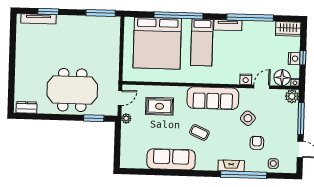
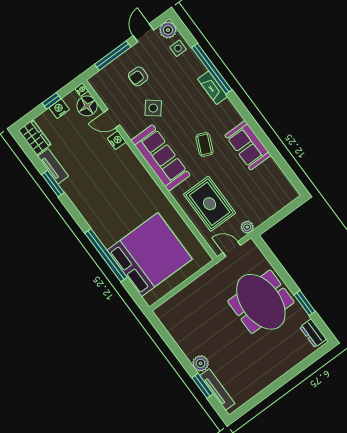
window: (101, 13) -> (164, 333), removed
window: (250, 17) -> (53, 184), width x0.47
plant: (63, 21) -> (201, 363), added
tv unit: (228, 25) -> (53, 166), moved
bed: (202, 42) -> (114, 212), removed
plant: (292, 96) -> (168, 30), moved
rug: (160, 106) -> (210, 204), width x1.36, depth x1.43
window: (94, 118) -> (305, 303), moved
armchair: (257, 143) -> (138, 76), moved
sofa: (171, 159) -> (248, 145), width x0.73

